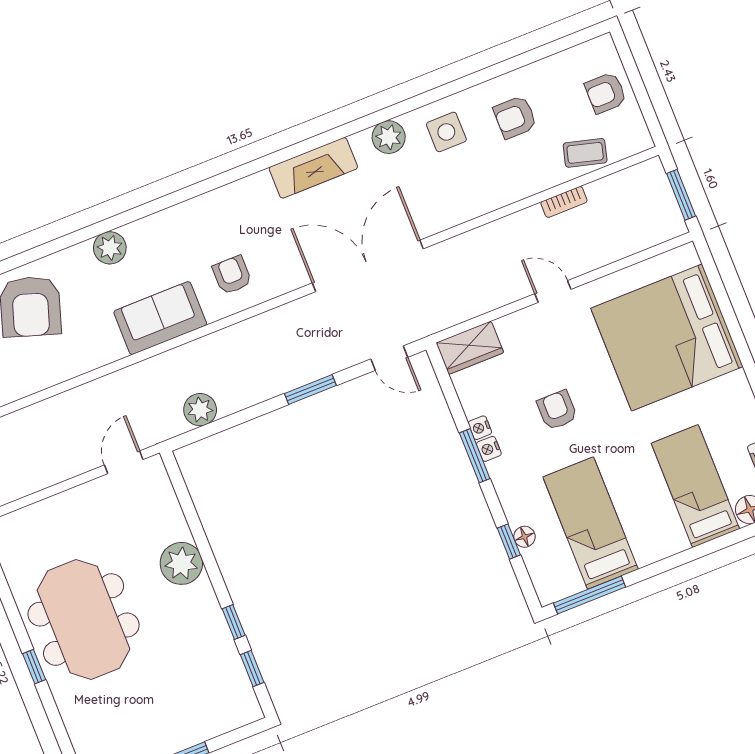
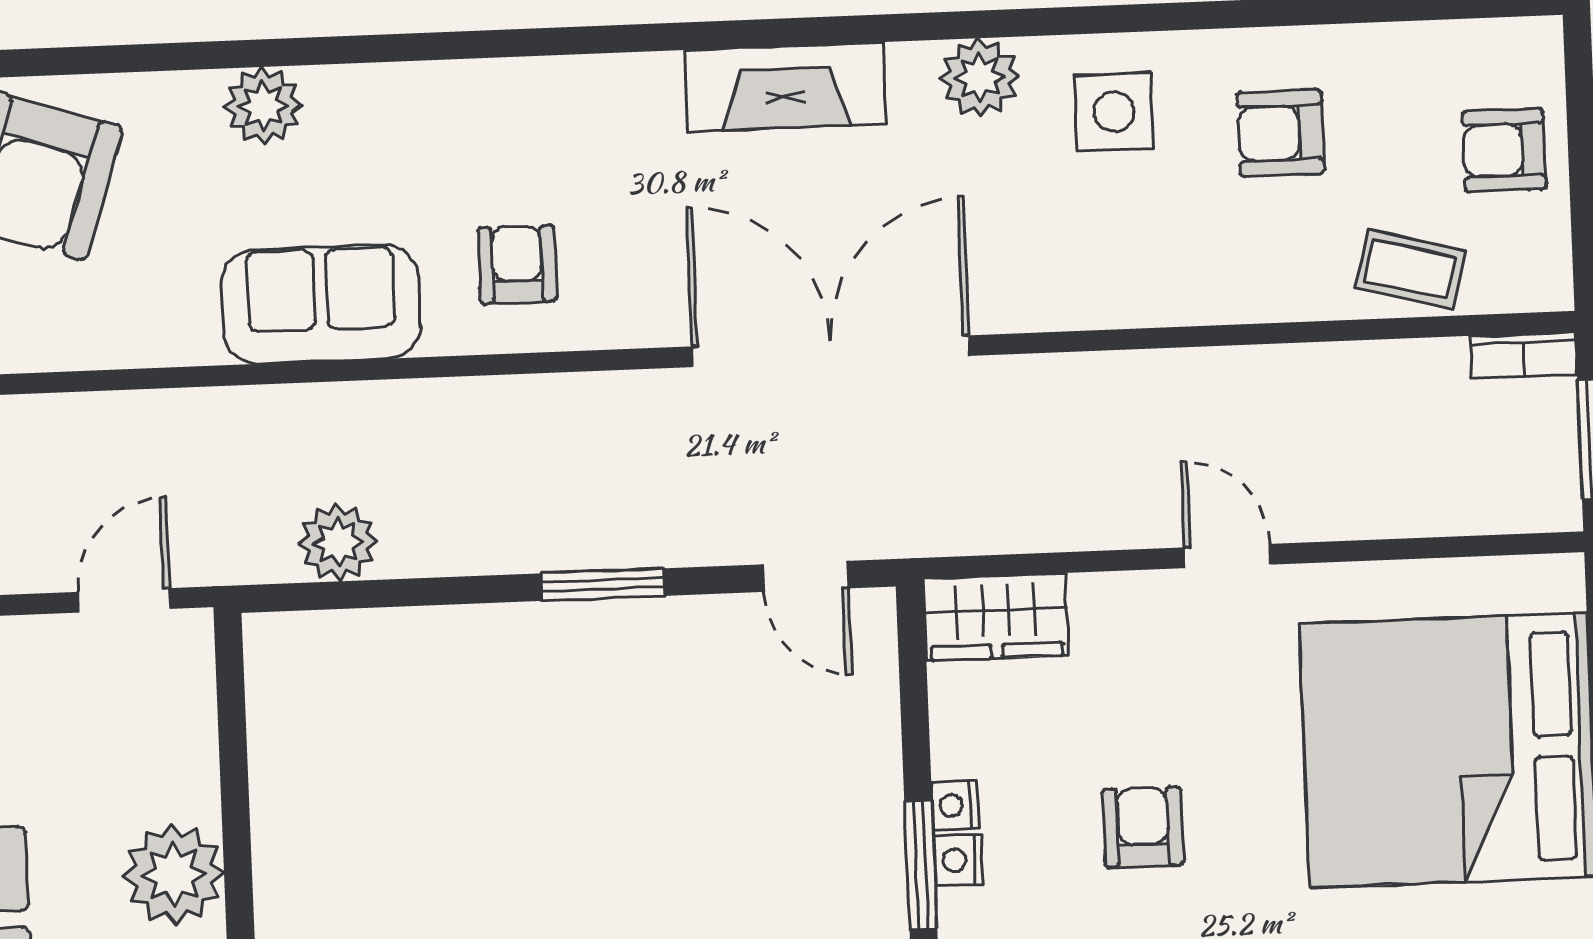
bookcase: (564, 202) -> (1523, 355), moved

